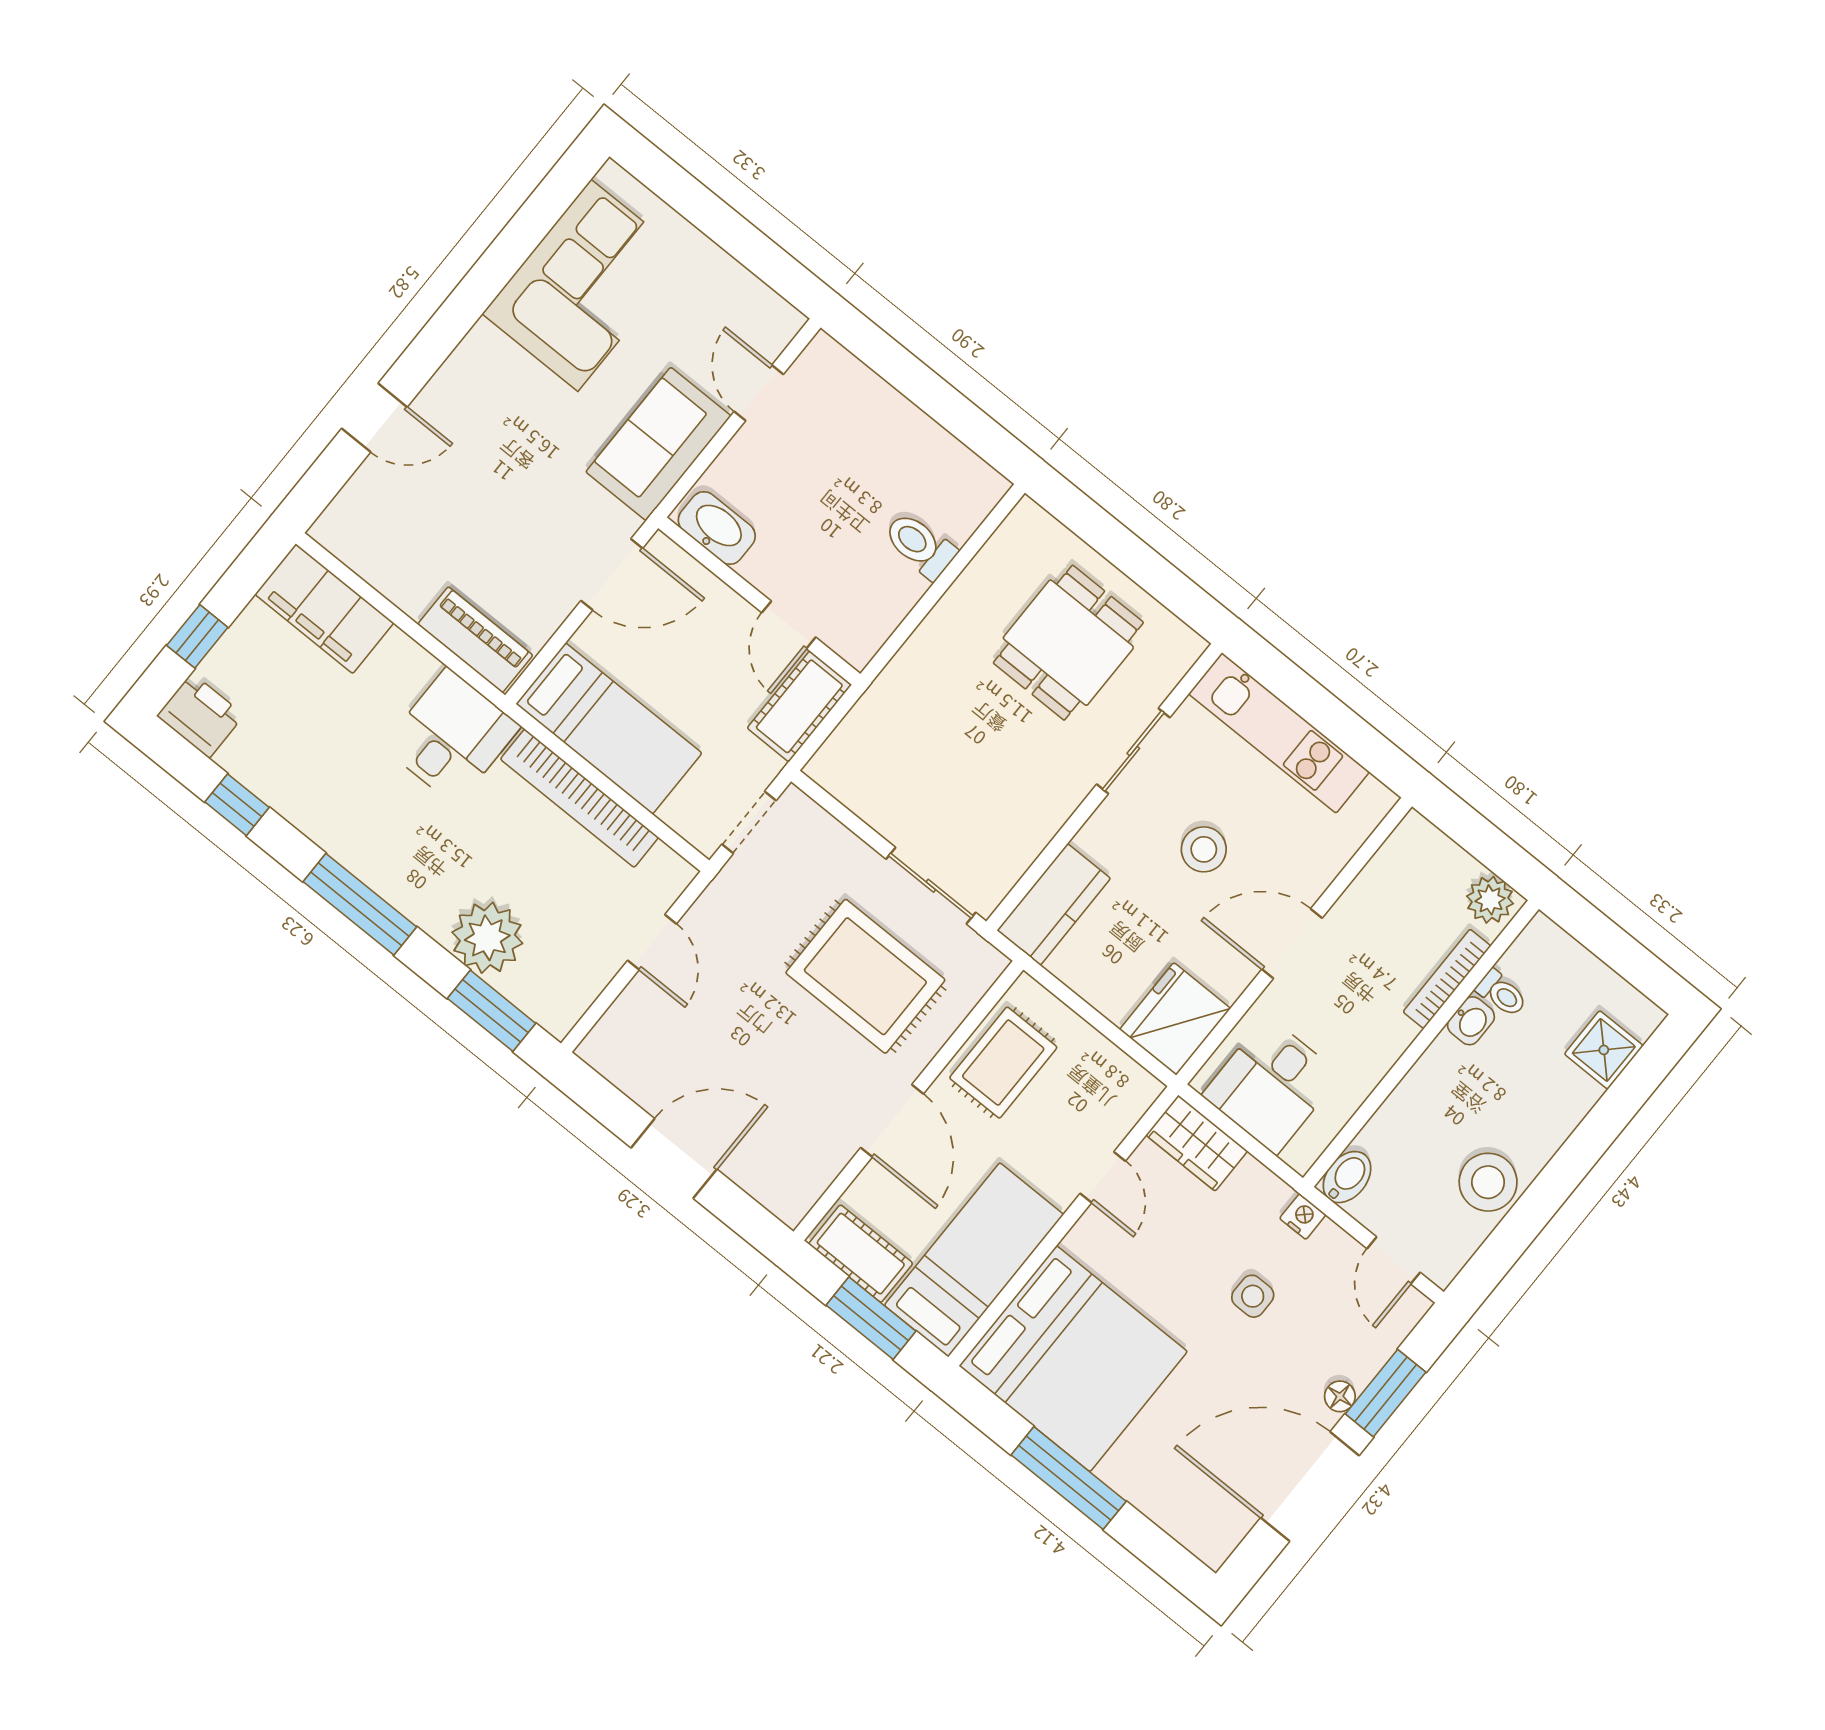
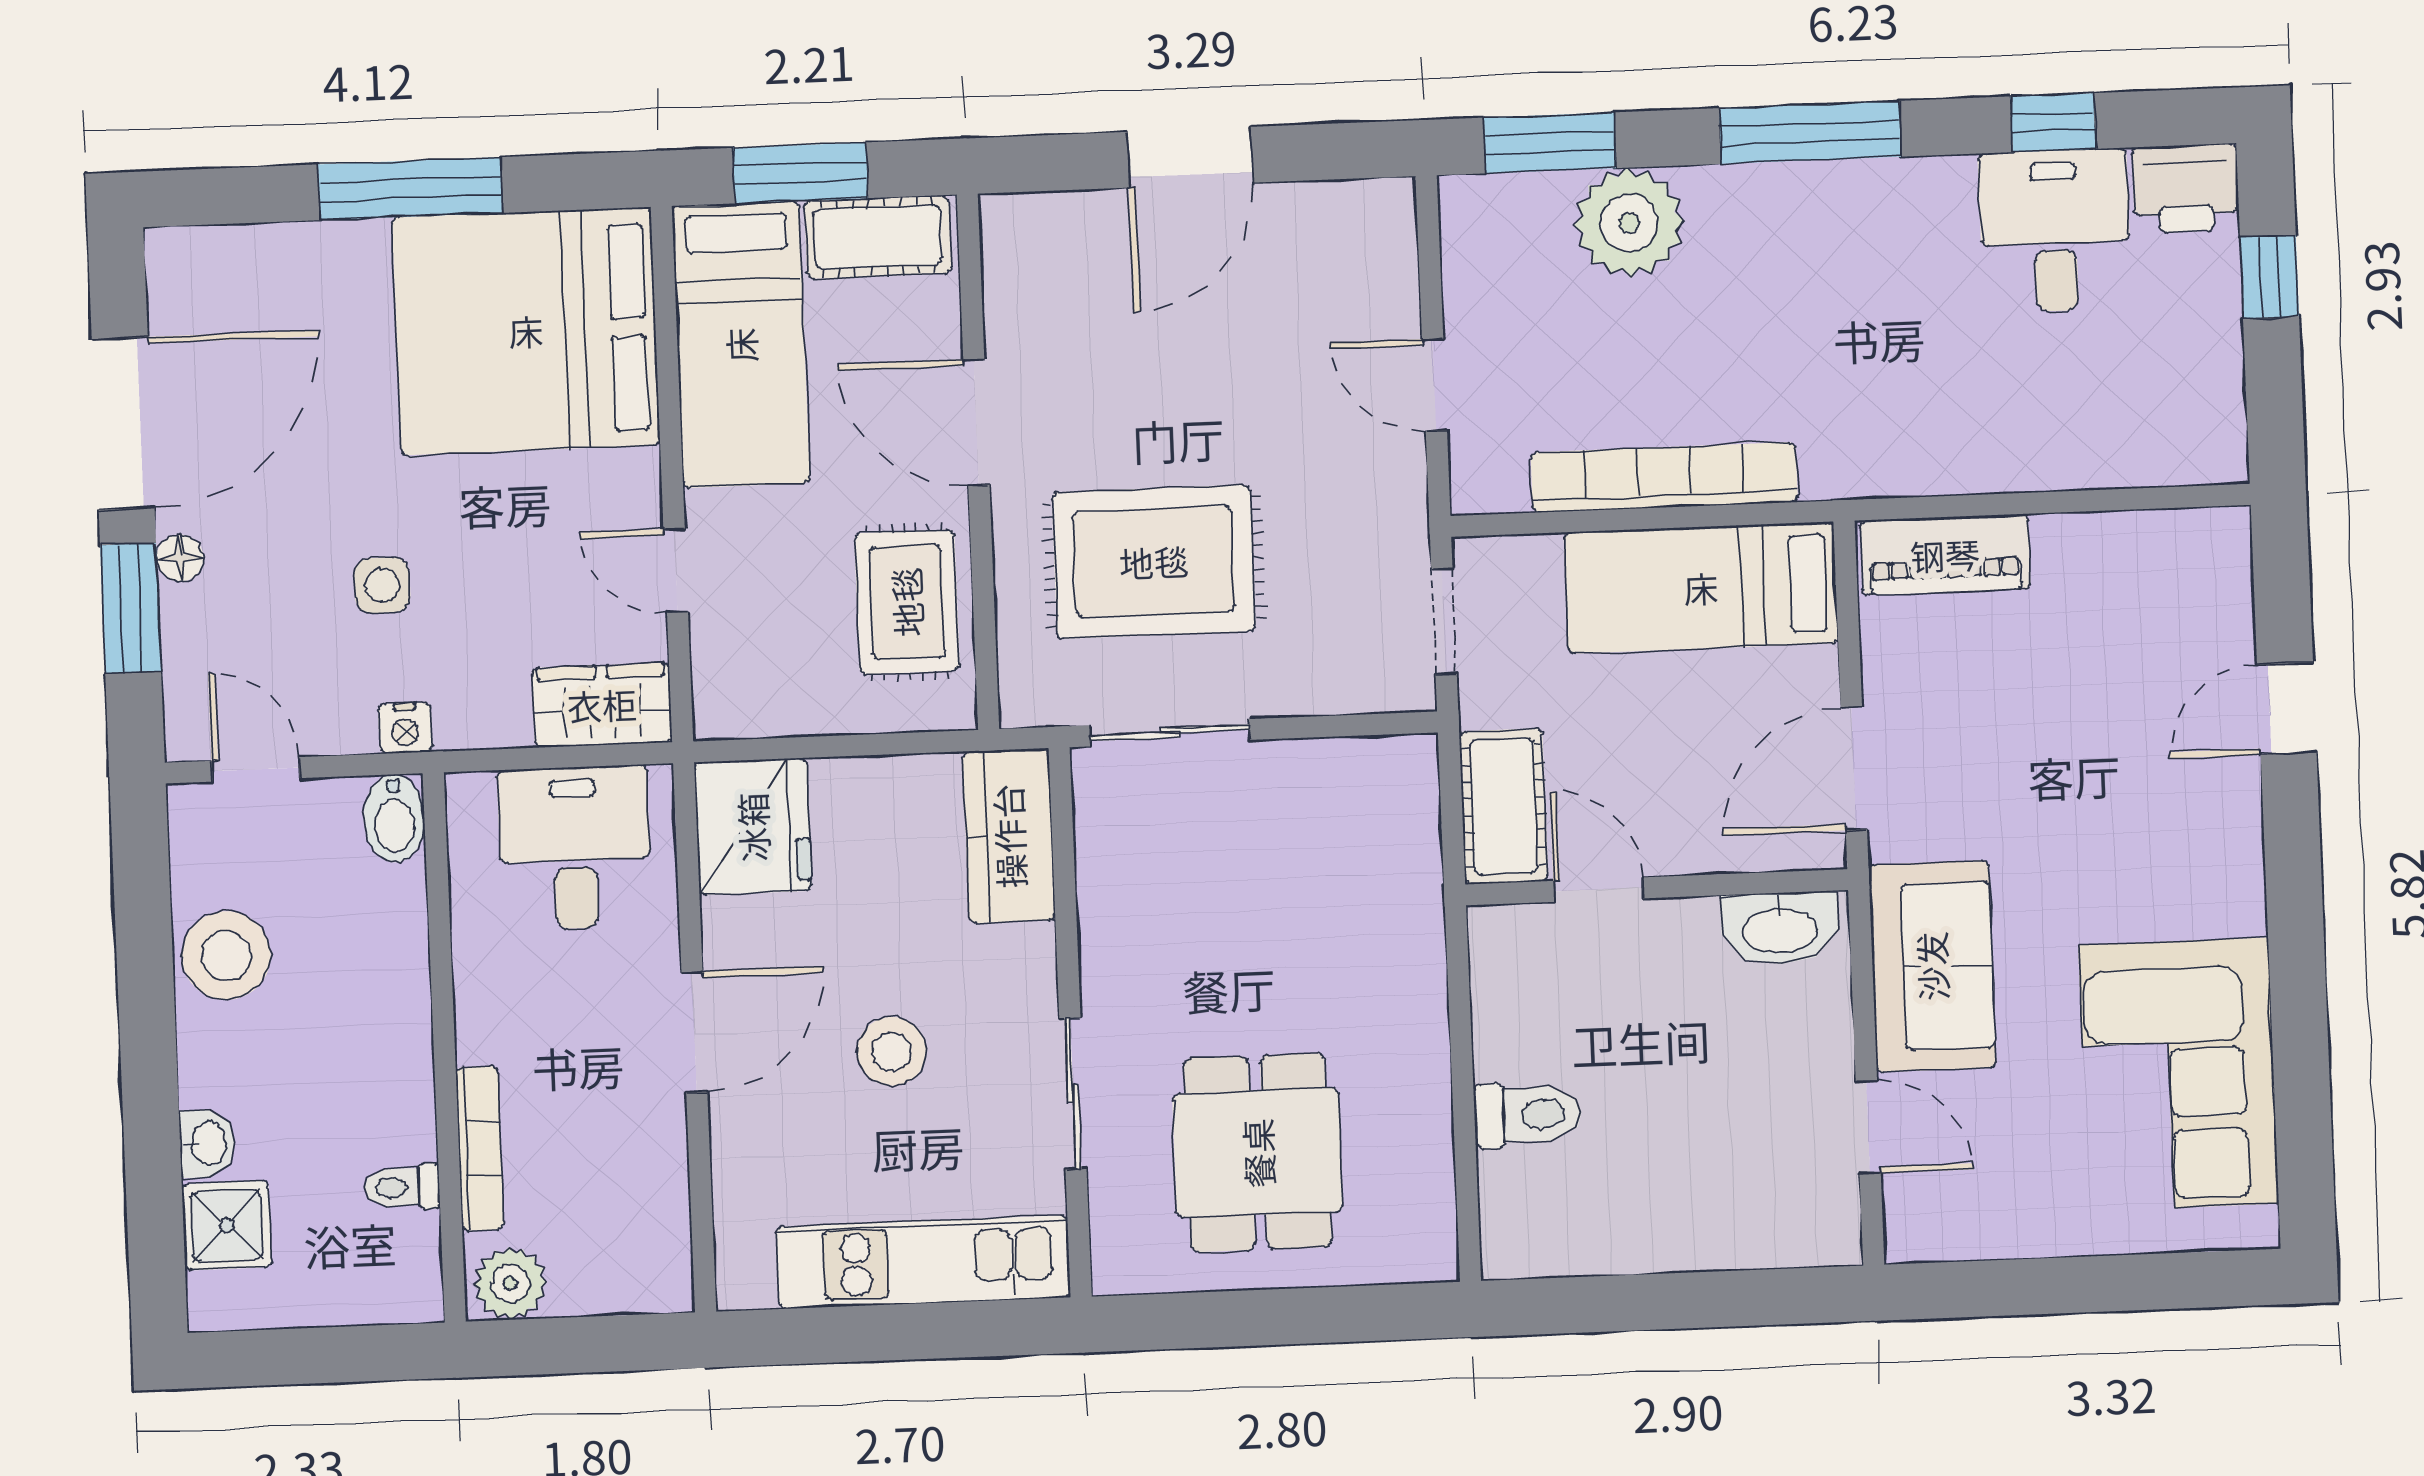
filing cabinet: (324, 609) -> (2151, 437), removed
desk: (451, 737) -> (2055, 231), moved, turned 180
washbasin: (1471, 1021) -> (207, 1143), moved, turned 180

